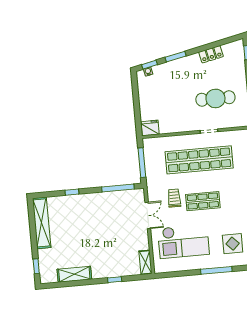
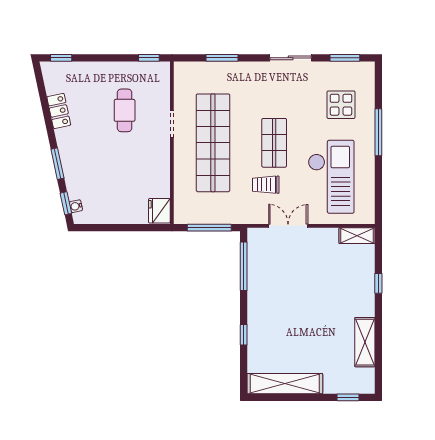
cafe table: (215, 98) -> (125, 110), width x0.73, depth x0.74

